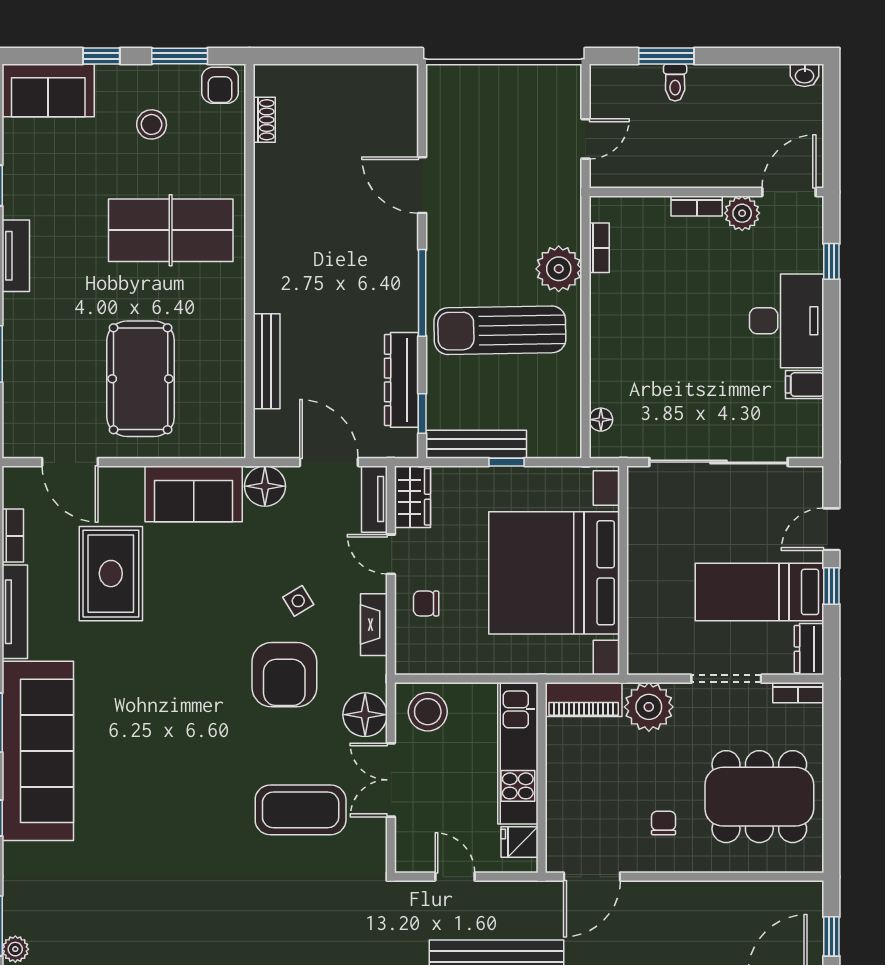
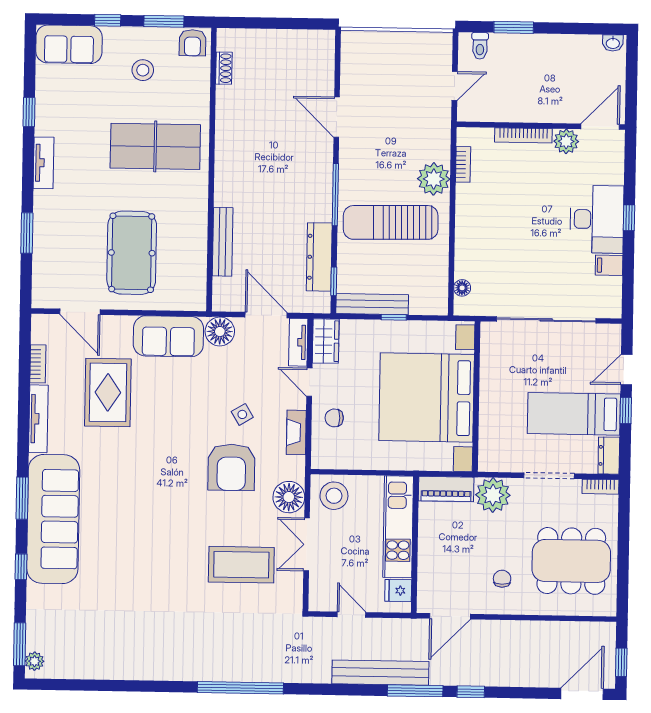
toilet: (675, 82) -> (480, 46), moved
bookcase: (697, 206) -> (523, 135), width x1.56
window: (831, 261) -> (629, 218), moved

